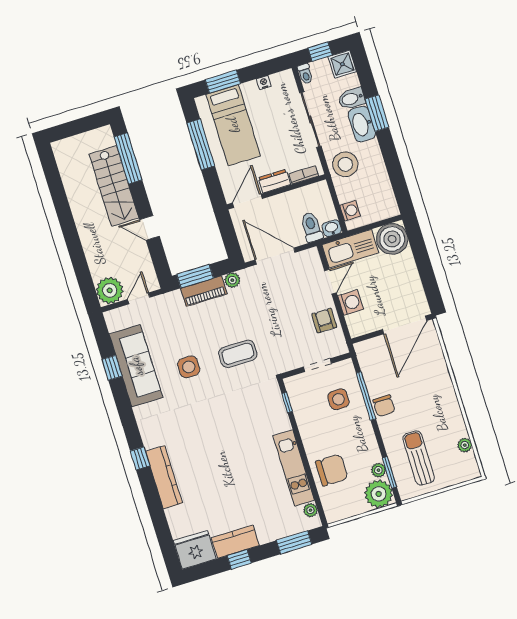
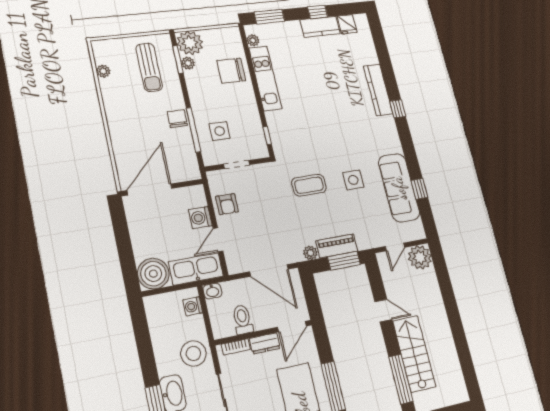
toilet: (311, 227) -> (242, 320), moved, turned 180
fridge: (195, 550) -> (347, 24), width x0.53, depth x0.75

